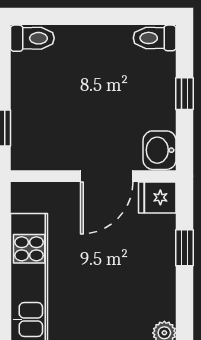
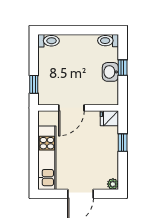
washbasin: (160, 150) -> (110, 72), moved
door: (107, 176) -> (71, 108), moved

